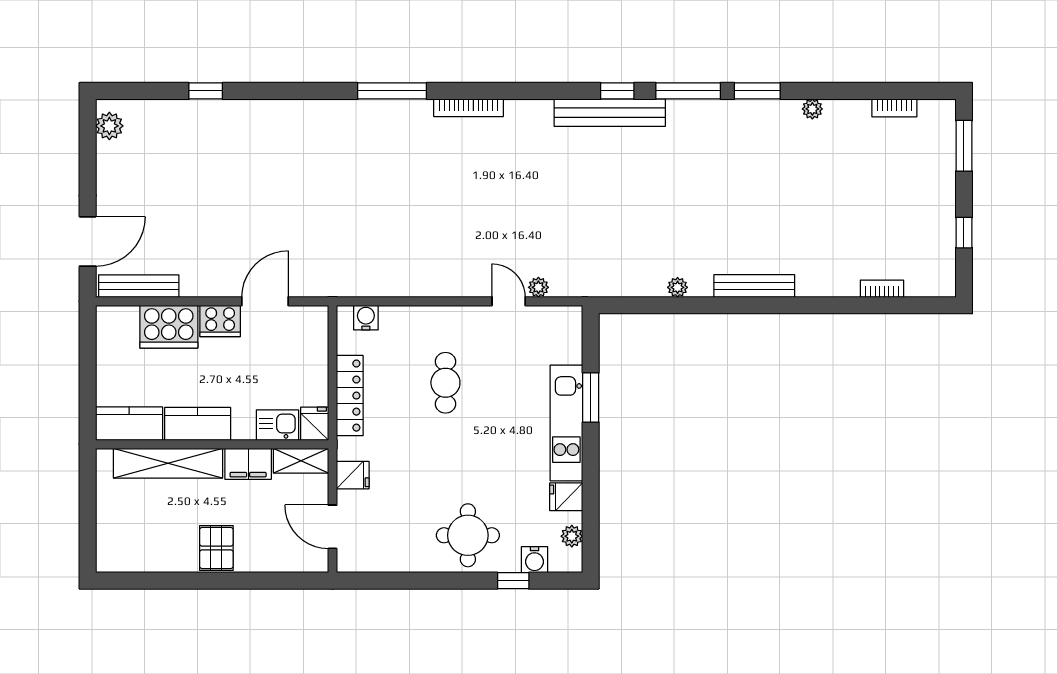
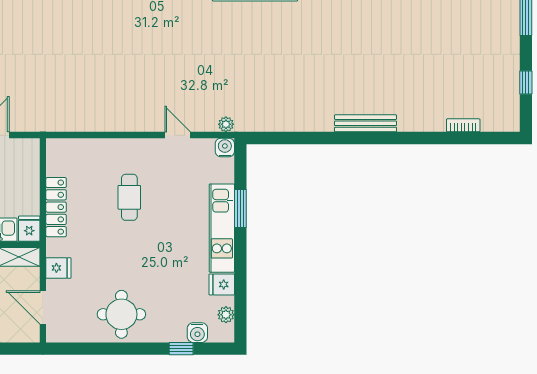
plant: (538, 287) -> (226, 124), moved
plant: (678, 287) -> (307, 124), removed
water cooler: (366, 318) -> (225, 147), moved
round table: (468, 535) -> (121, 314), moved

